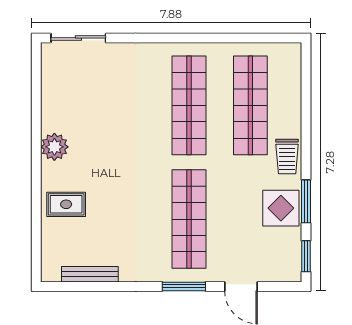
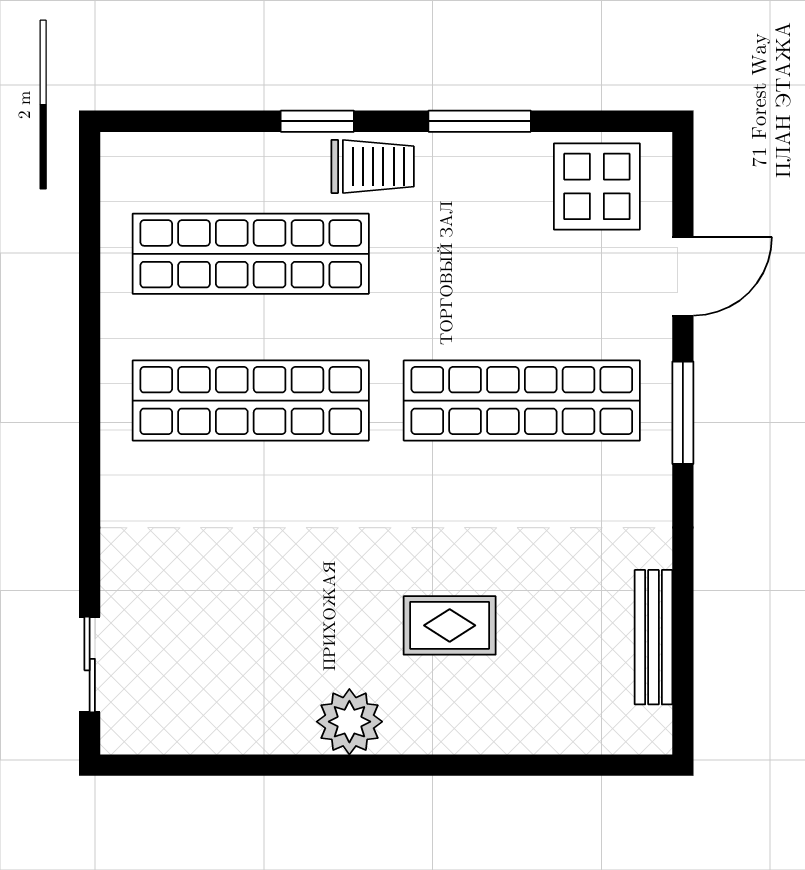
sliding door: (78, 38) -> (90, 665), width x0.73
rug: (66, 204) -> (450, 625), moved, turned 90
display table: (281, 208) -> (597, 186), moved
window: (306, 256) -> (317, 121), moved

